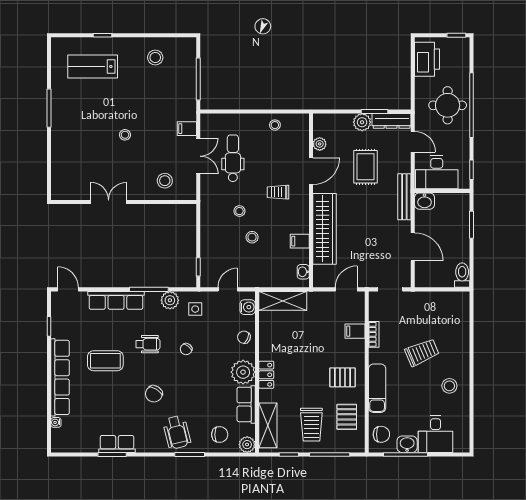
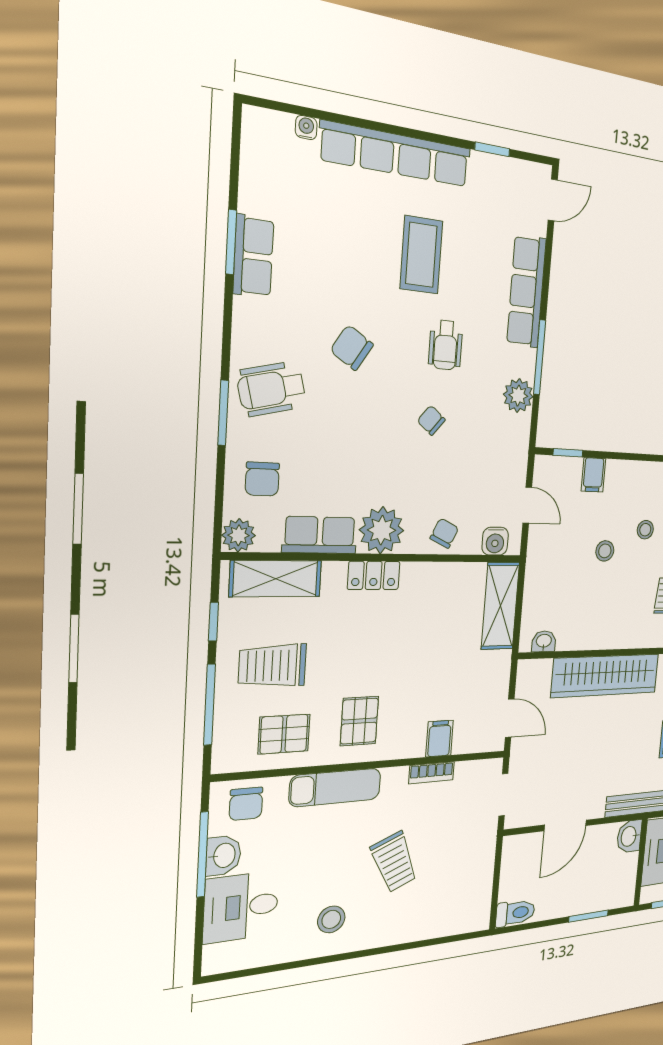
filing cabinet: (300, 241) -> (593, 475), moved, turned 180
side table: (195, 309) -> (500, 443), removed

